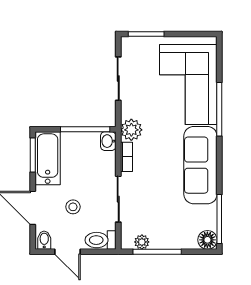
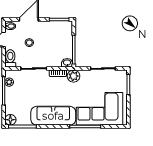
bathtub: (48, 158) -> (57, 28), removed

